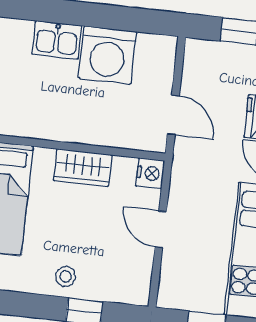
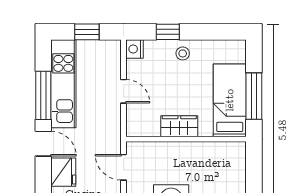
nightstand: (150, 173) -> (135, 49), moved

